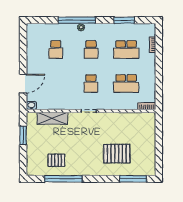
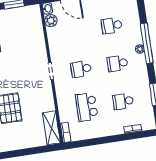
school desk: (126, 50) -> (123, 101), width x0.54
plant: (43, 104) -> (51, 21), added
shelving: (52, 118) -> (52, 128), moved

